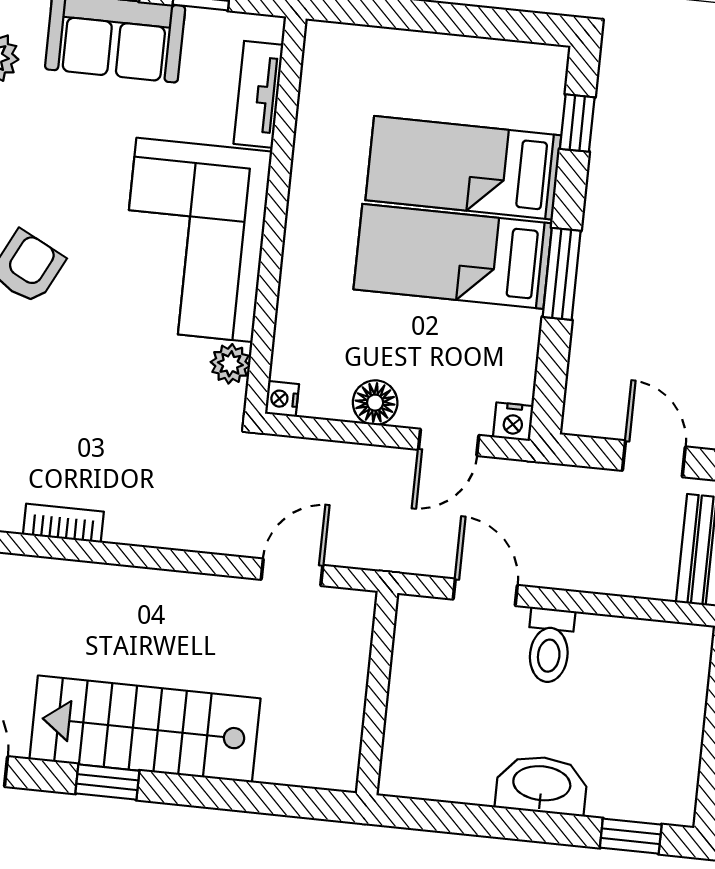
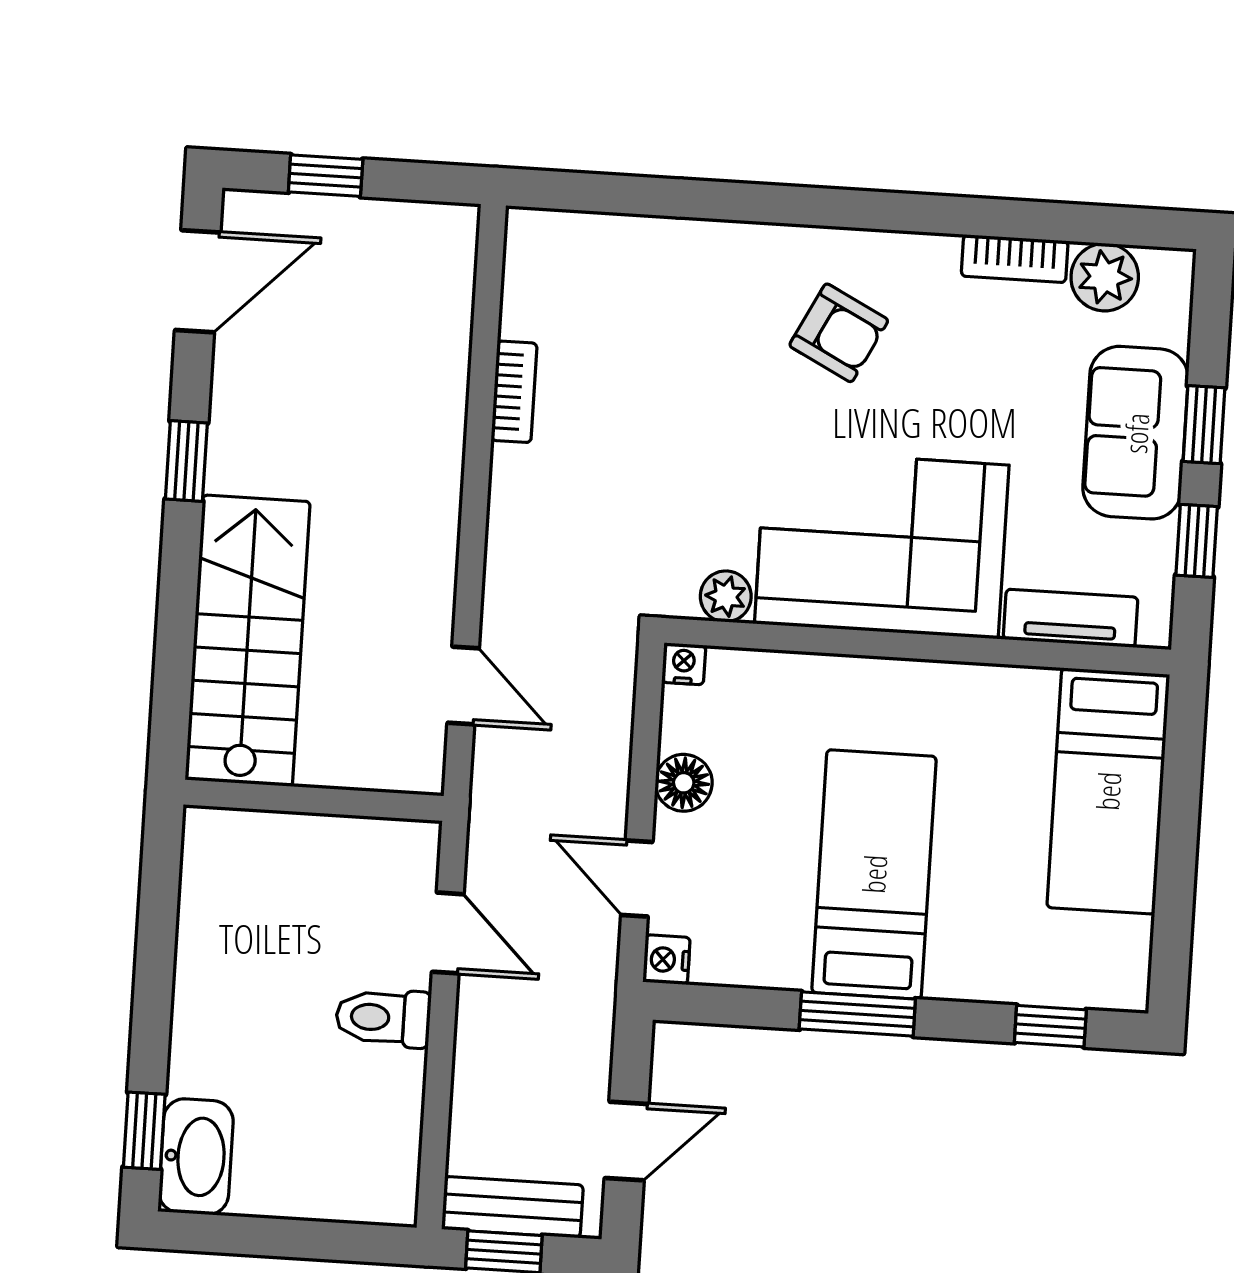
bed: (463, 168) -> (1108, 791), moved, turned 180
door: (485, 592) -> (448, 933), hinge flipped
stairs: (145, 729) -> (248, 641), moved
washbasin: (542, 785) -> (196, 1157), moved

